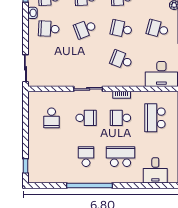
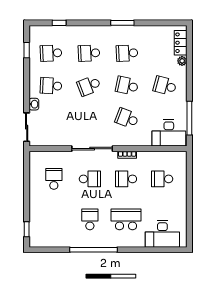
washbasin: (32, 13) -> (34, 104), moved
sliding door: (88, 89) -> (92, 149), width x1.37
school desk: (52, 118) -> (54, 179), turned 180
school desk: (155, 118) -> (162, 179), width x0.54
desk: (155, 170) -> (162, 234), width x1.37

